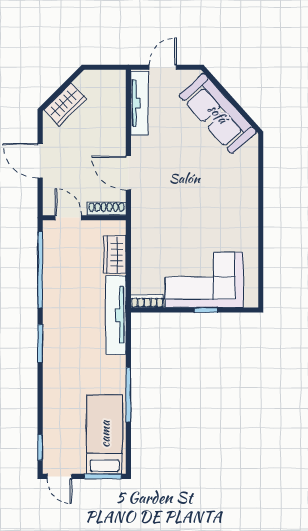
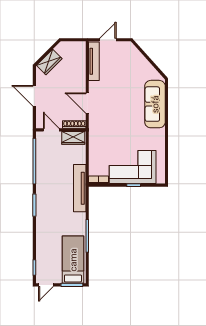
sofa: (218, 114) -> (155, 104), moved, turned 42
wardrobe: (115, 255) -> (73, 138), moved, turned -90
door: (59, 476) -> (46, 285), hinge flipped

